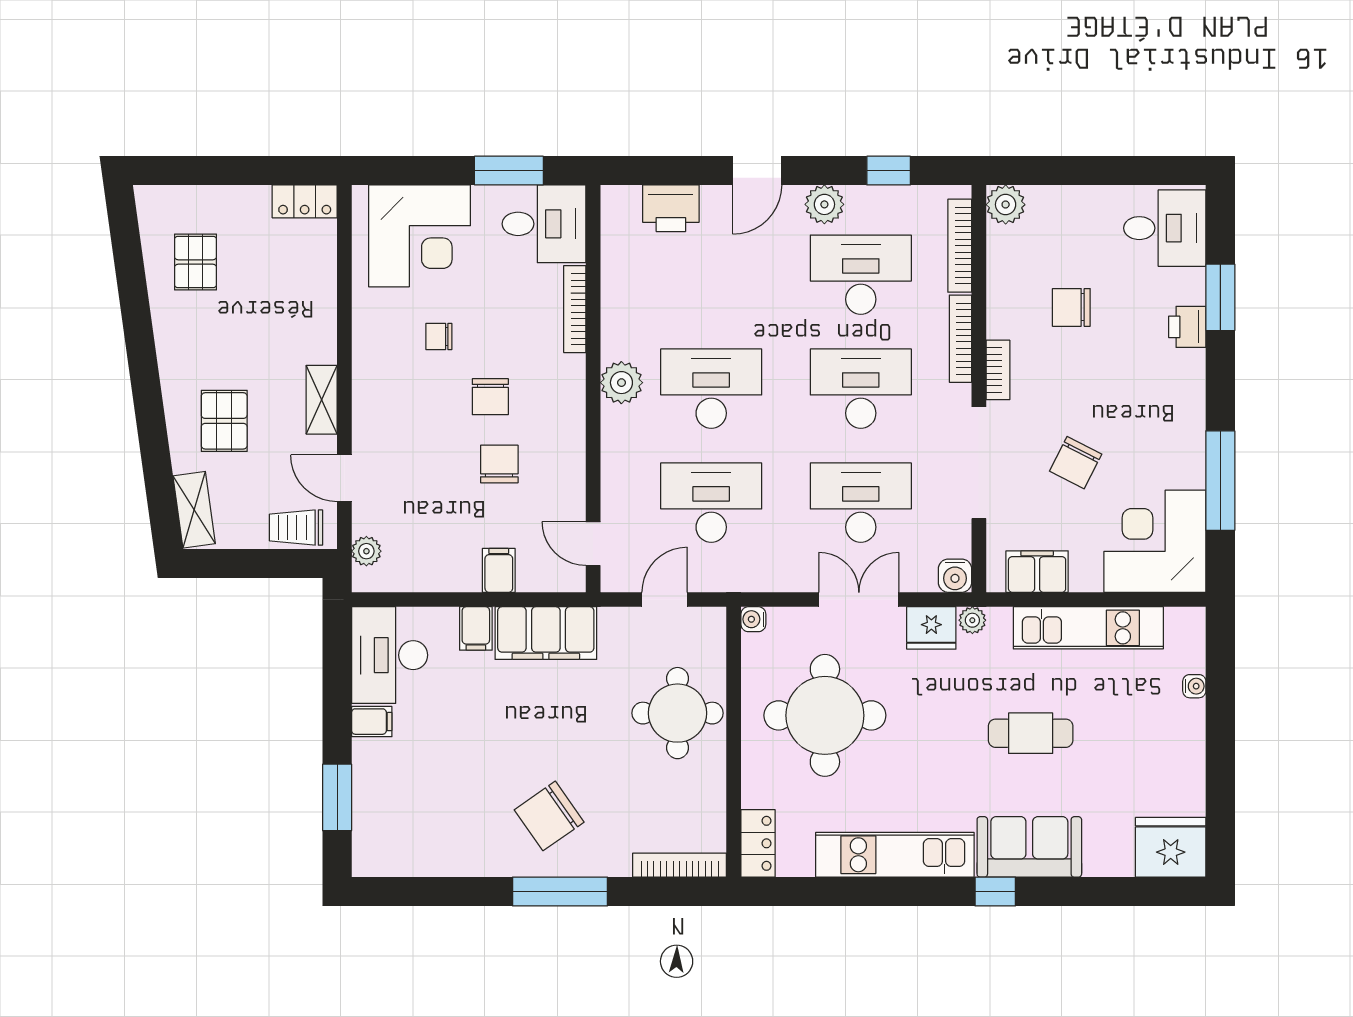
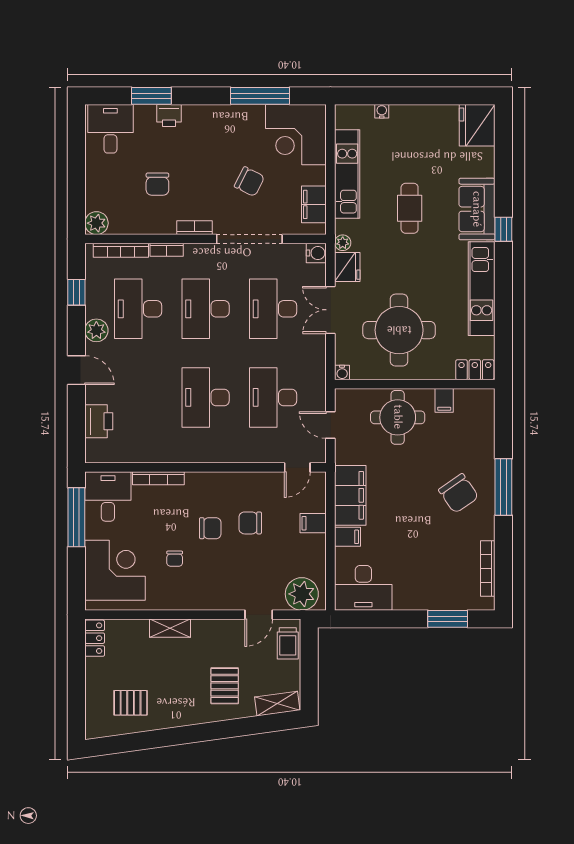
window: (509, 171) -> (76, 517), width x1.44
bookcase: (960, 339) -> (167, 250), width x0.64
plant: (621, 383) -> (202, 451), removed
shelving: (322, 400) -> (170, 628), moved
pallet: (224, 421) -> (225, 686), turned 90
plant: (366, 551) -> (302, 594), width x1.87, depth x1.87
filing cabinet: (372, 722) -> (444, 400), moved, turned 180
bookcase: (680, 865) -> (488, 568), moved

